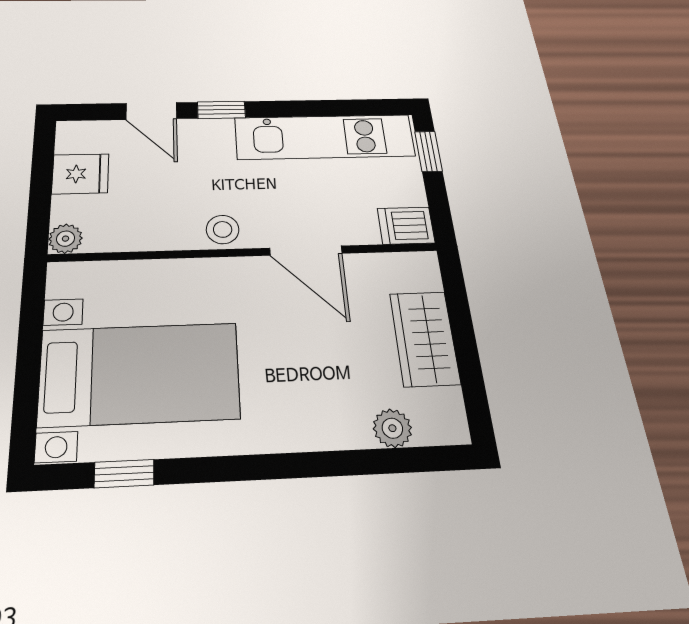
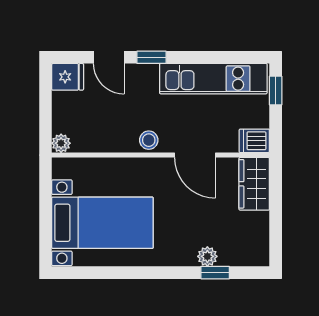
fridge: (80, 174) -> (68, 77), moved
wardrobe: (425, 338) -> (254, 184), moved
plant: (392, 428) -> (207, 256), moved
window: (124, 474) -> (215, 273), moved

